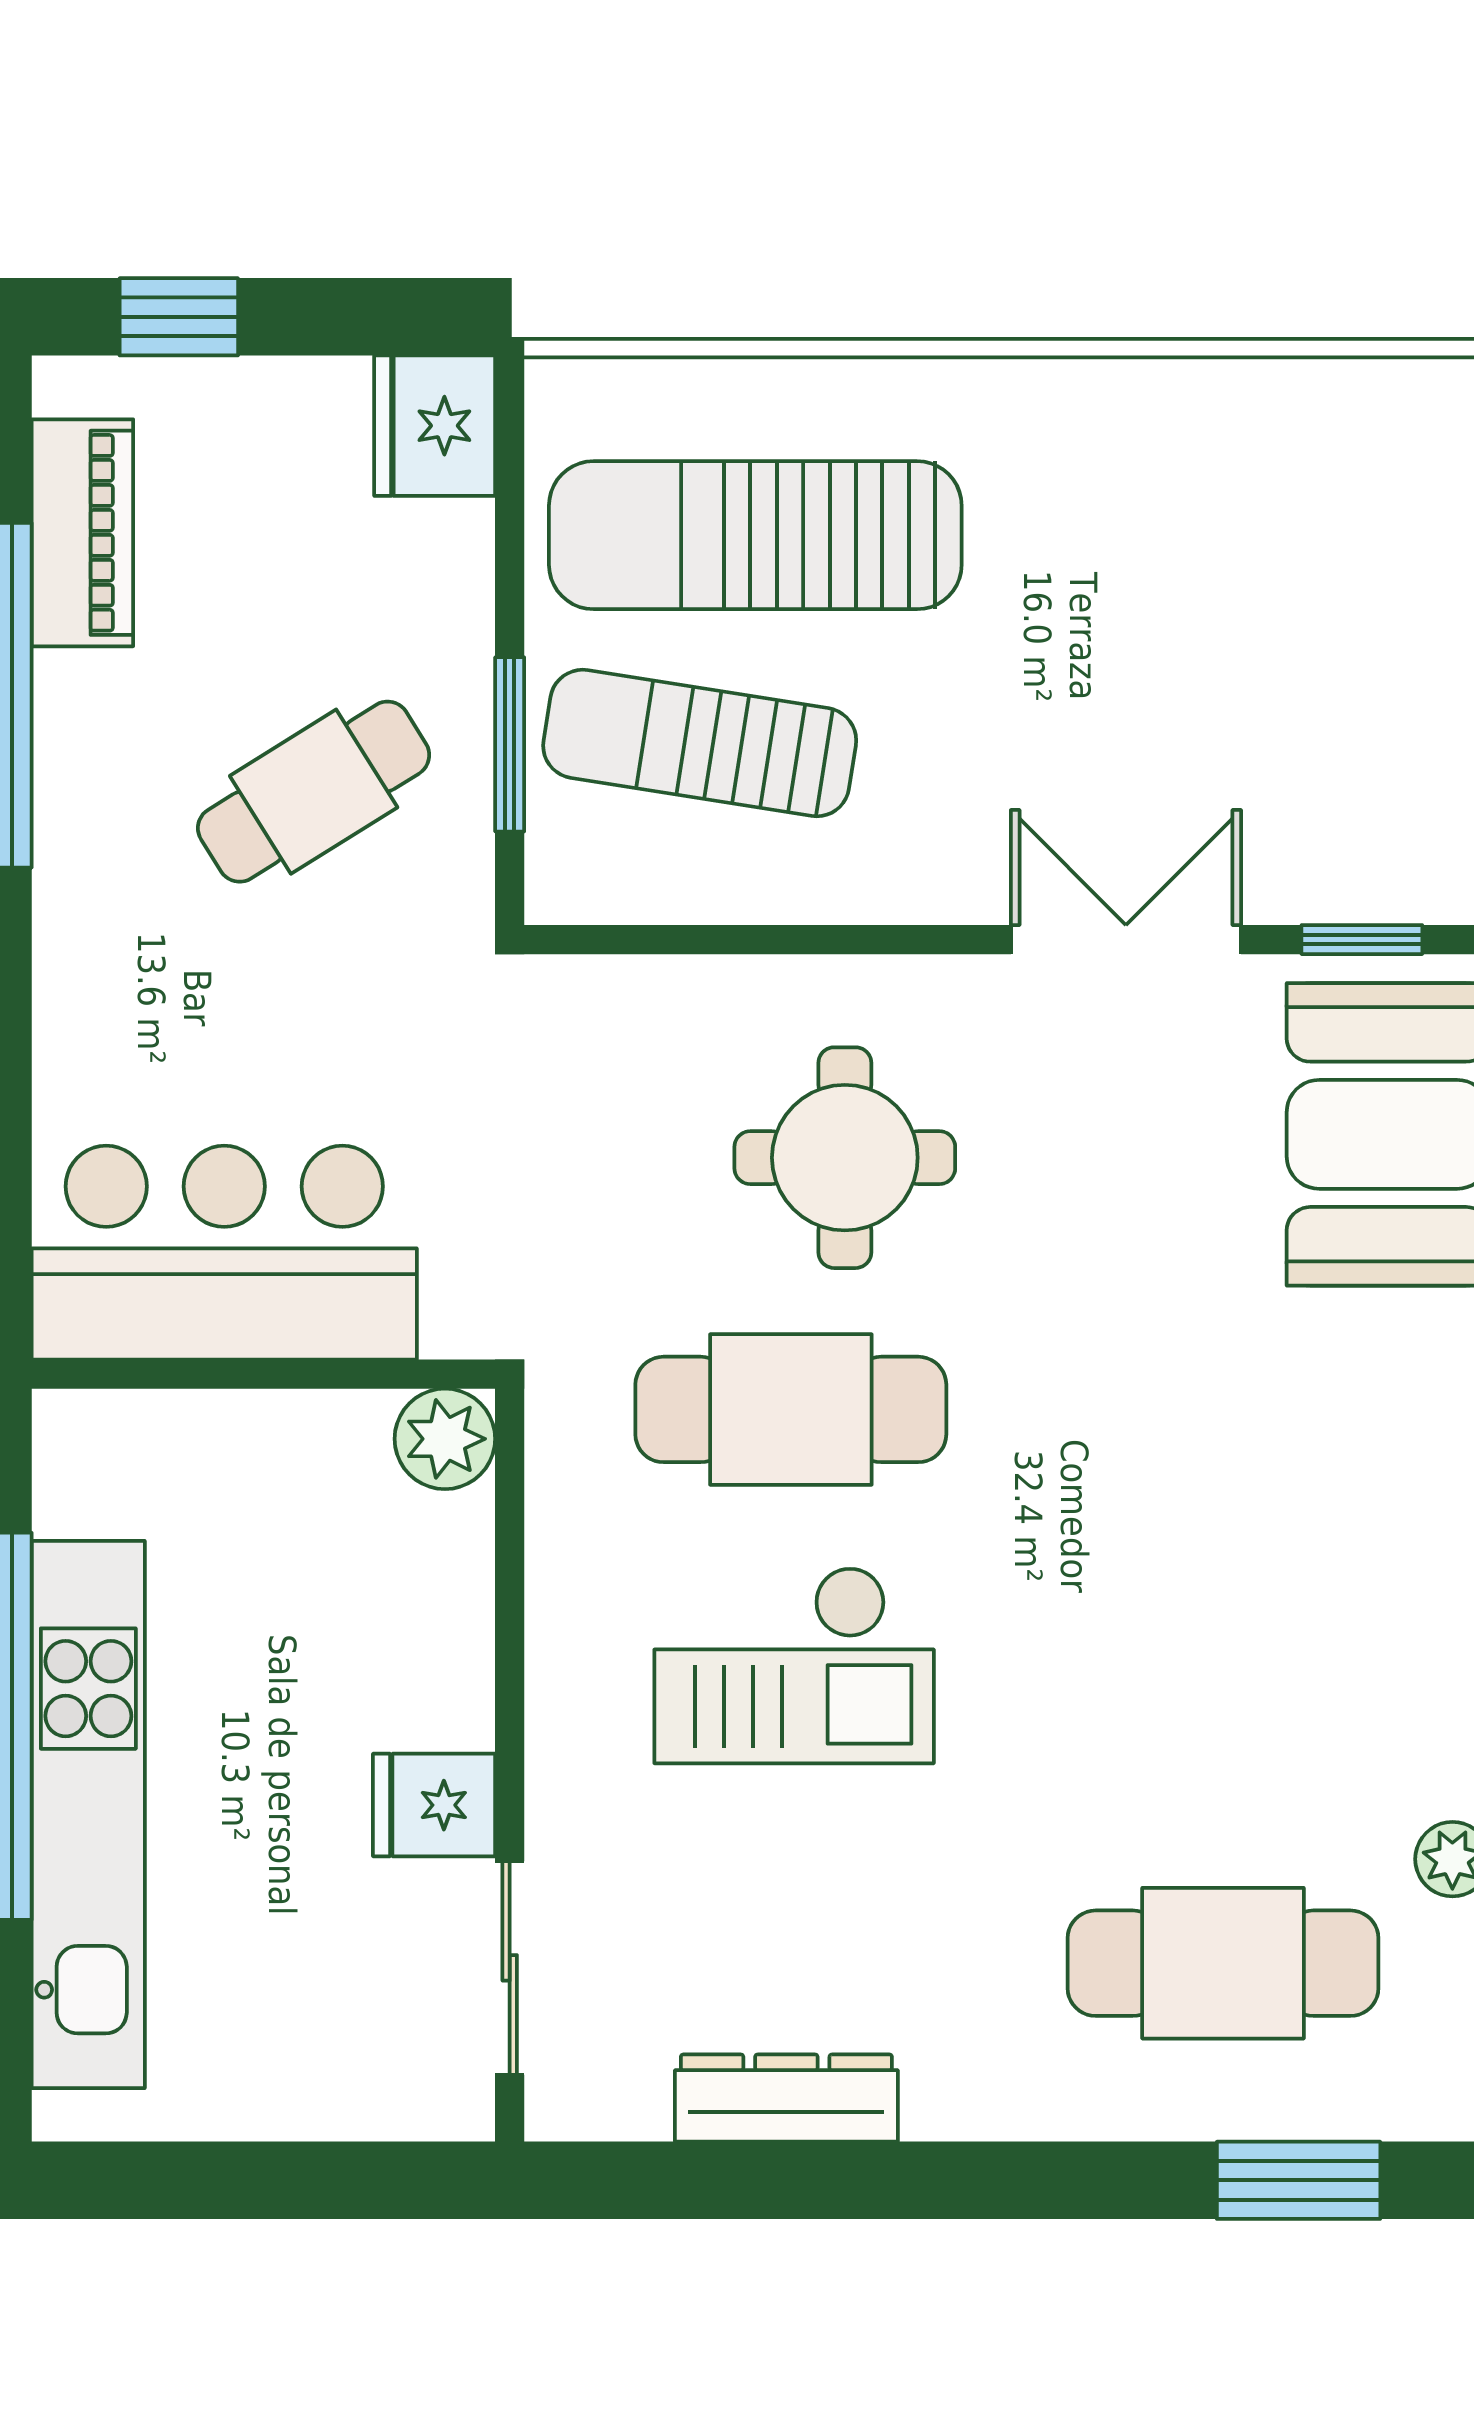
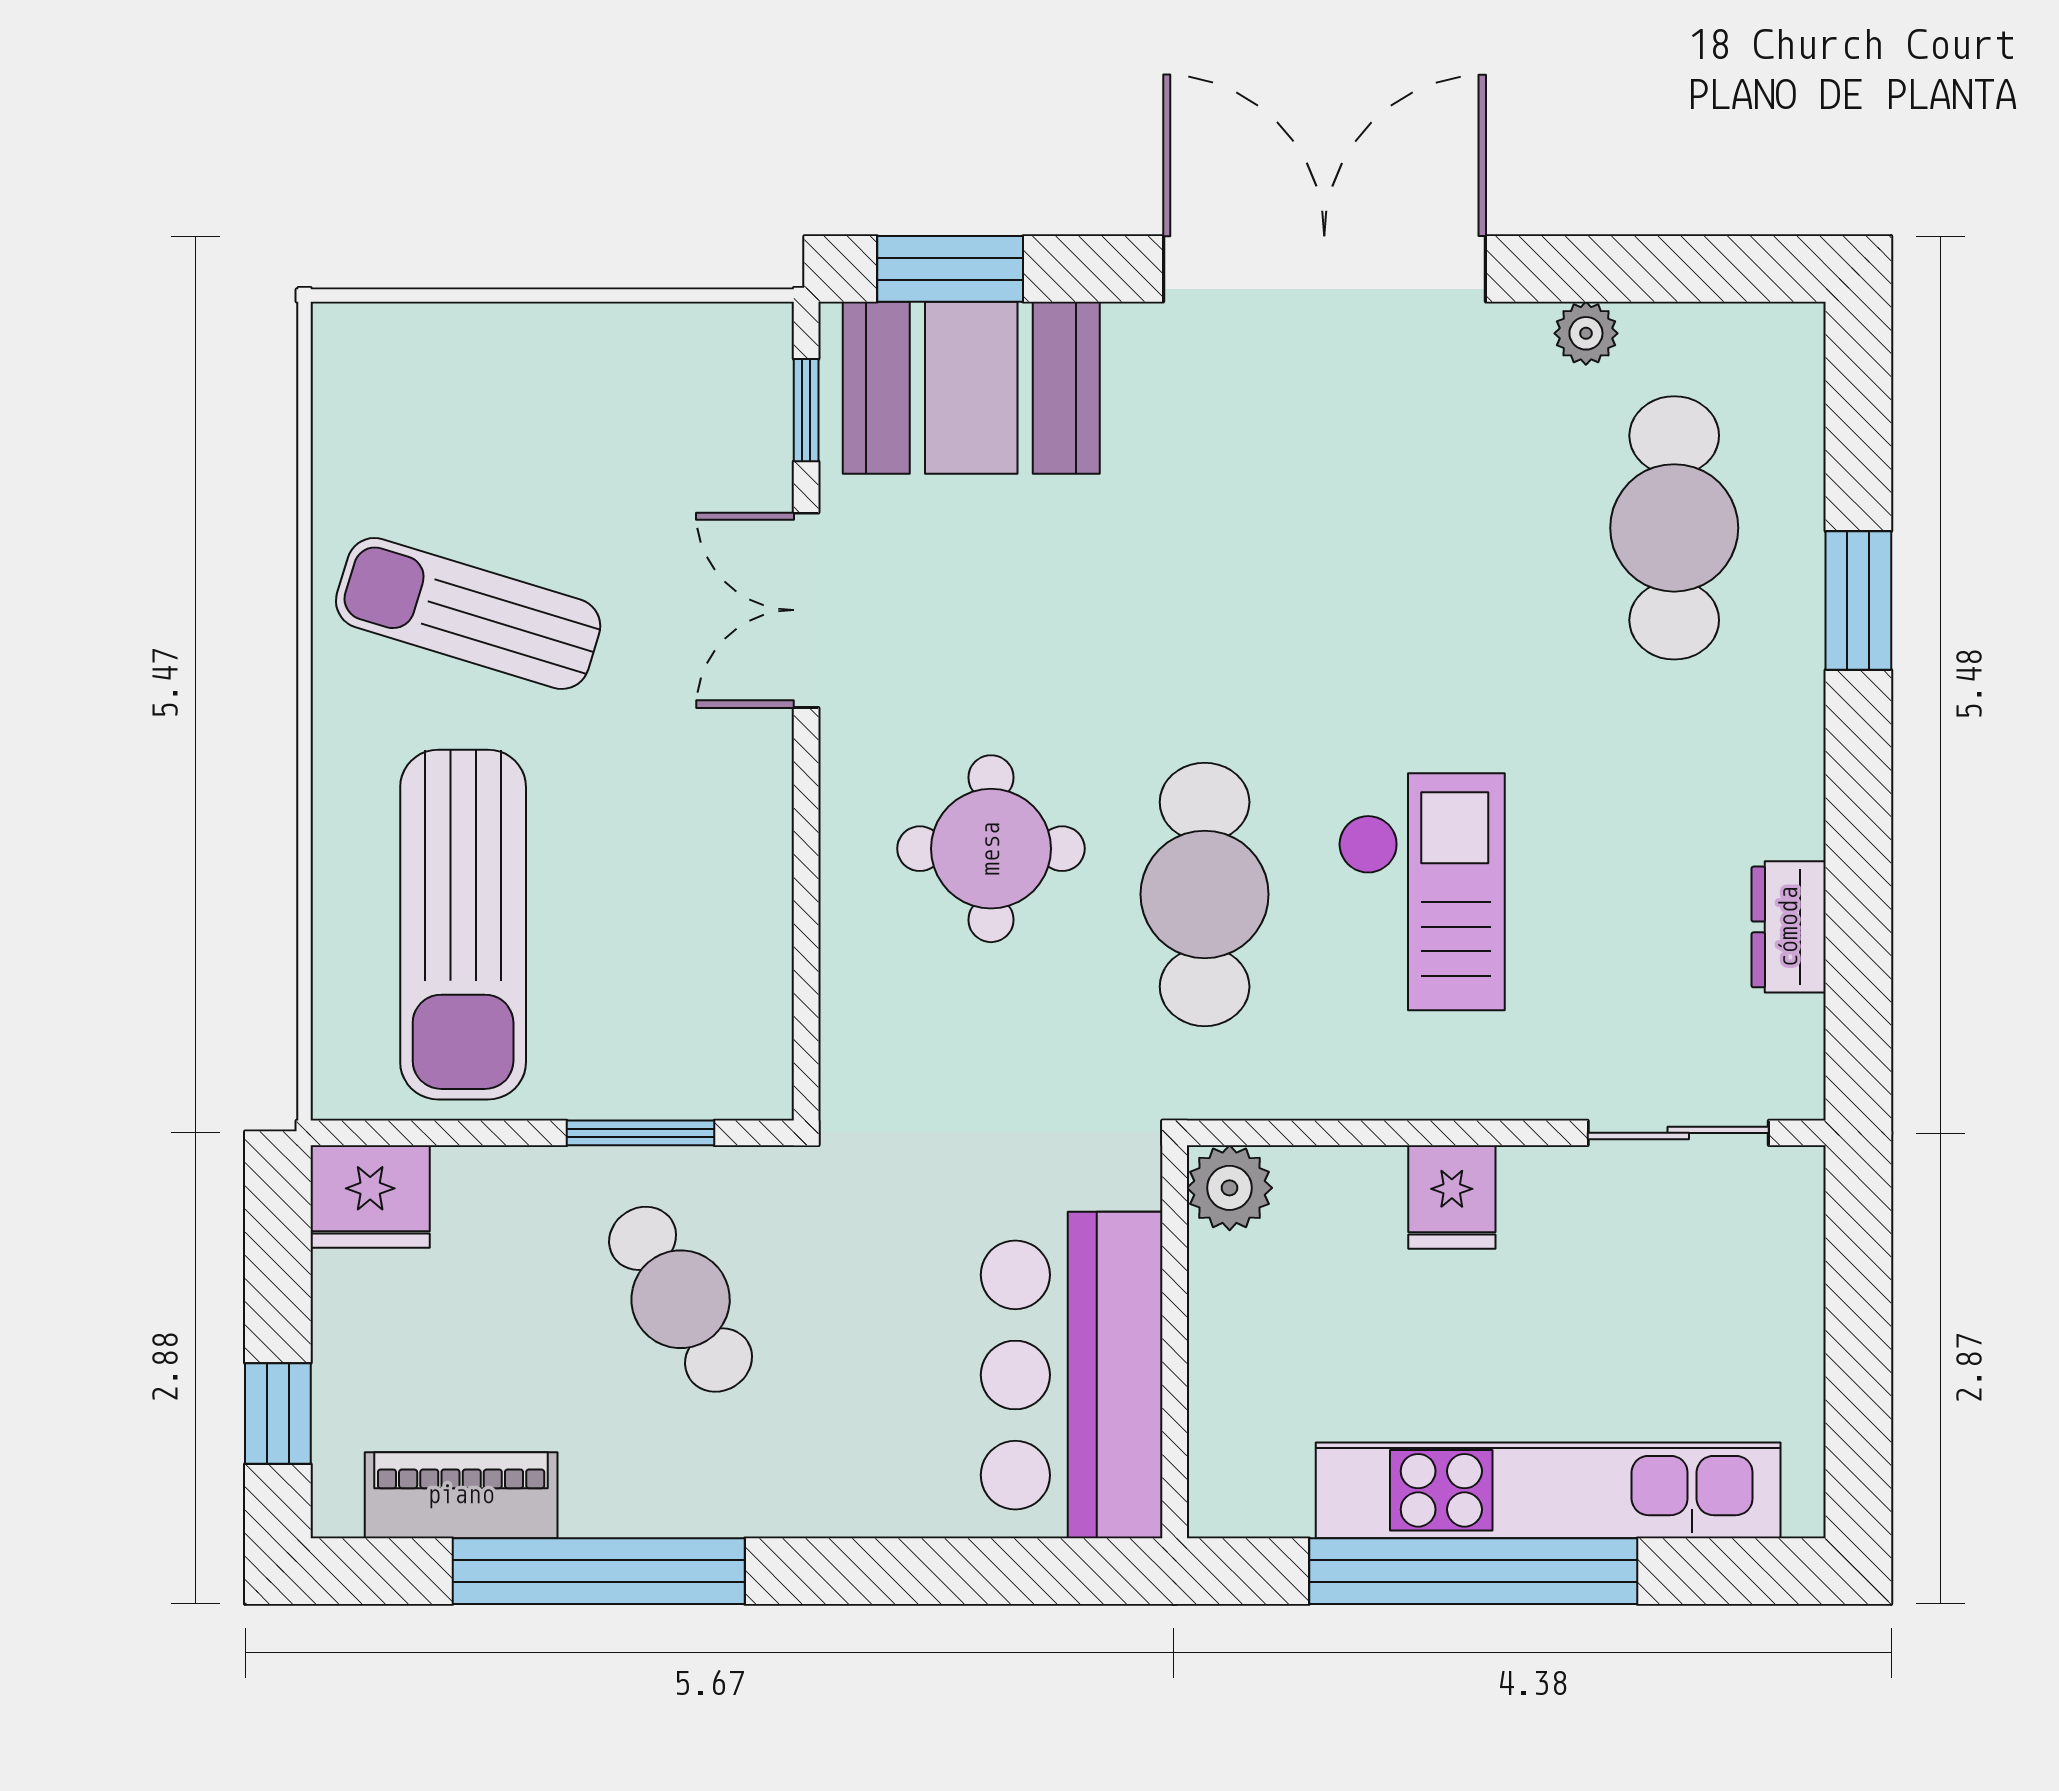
sun lounger: (700, 743) -> (468, 613), moved, turned 98
fridge: (434, 1805) -> (1452, 1197), moved
dresser: (786, 2098) -> (1789, 927), width x0.70
window: (1299, 2180) -> (1858, 601), moved

